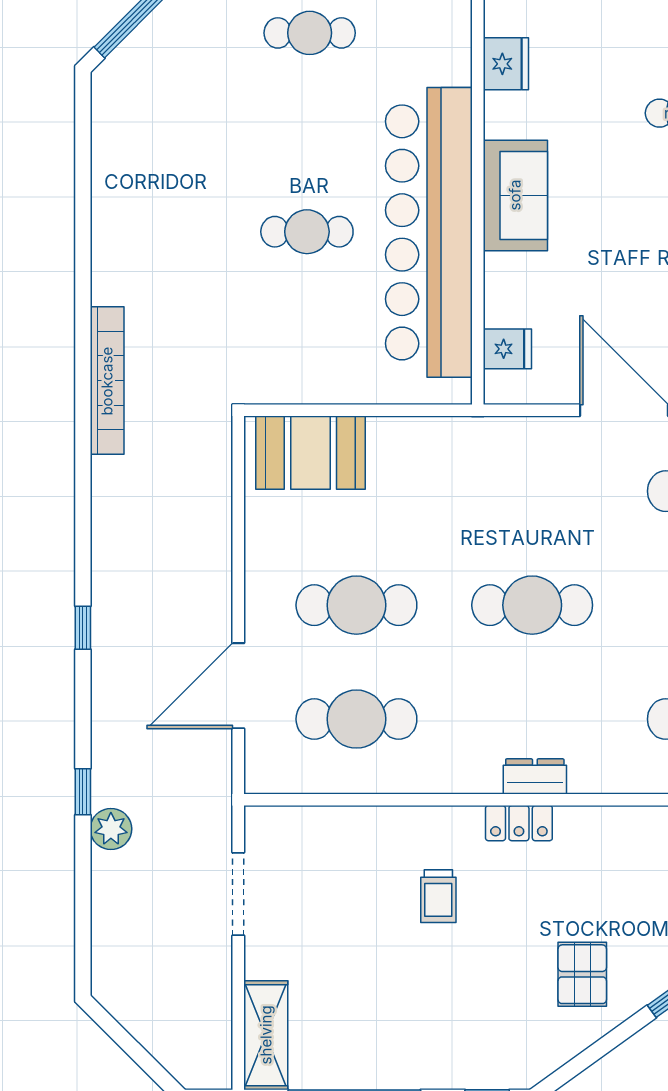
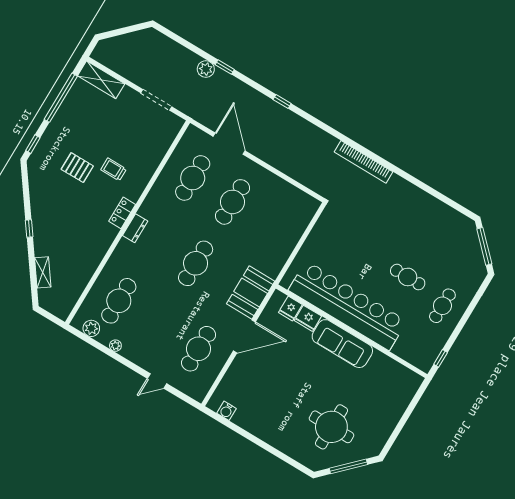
fridge: (506, 64) -> (308, 318), moved
sofa: (515, 195) -> (342, 344), width x1.36
cafe table: (307, 232) -> (408, 277), moved, turned 90
booth: (310, 453) -> (251, 293), moved
pallet: (582, 974) -> (77, 168), moved

